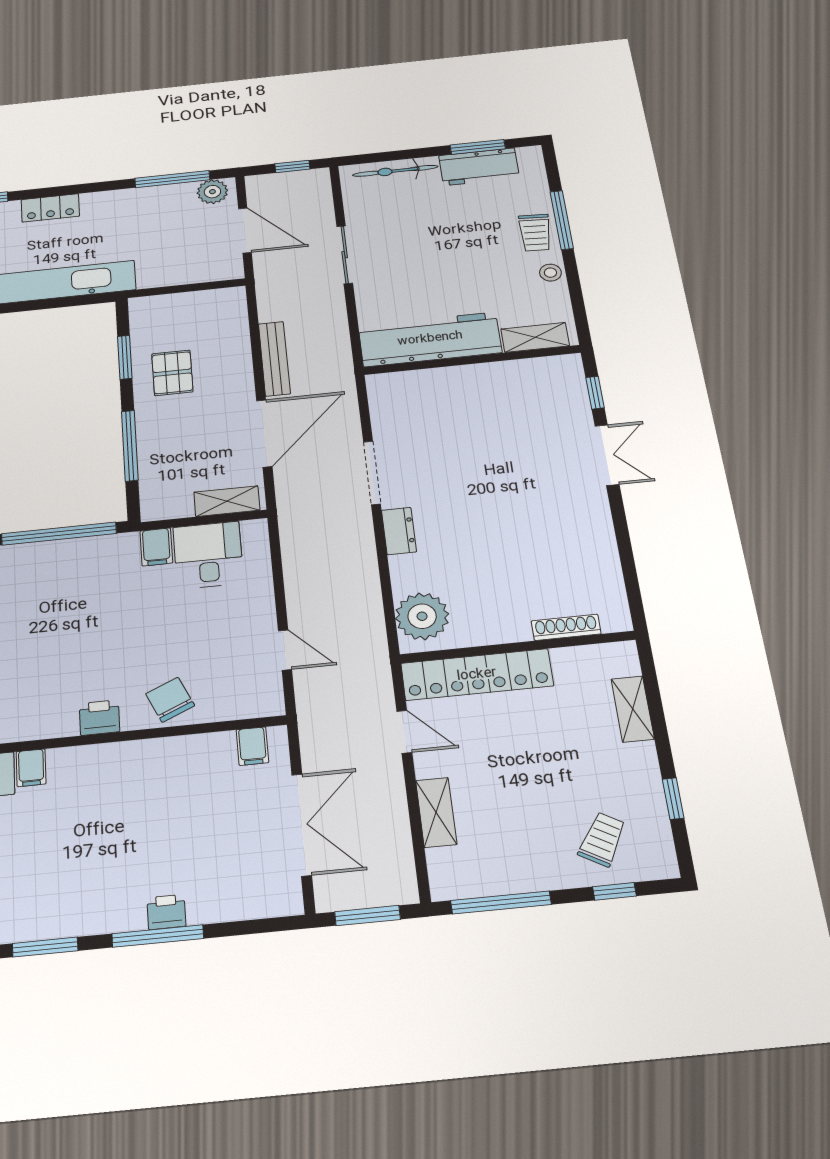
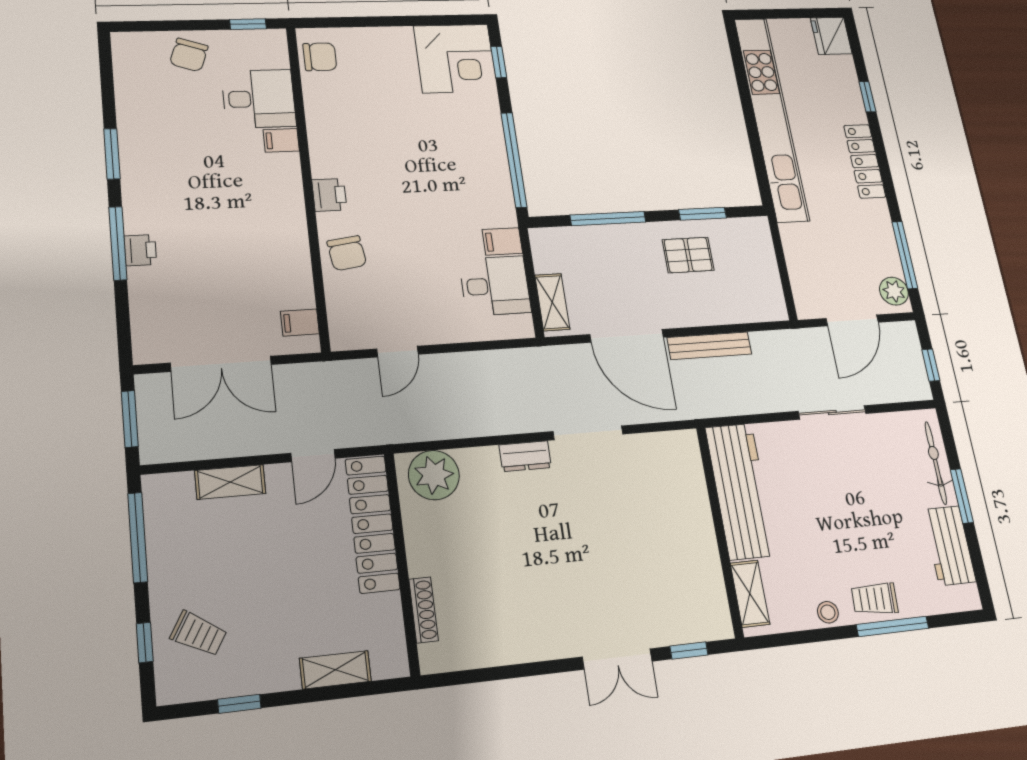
window: (478, 147) -> (962, 496), moved
locker: (50, 208) -> (865, 161), width x1.53
chair: (170, 700) -> (347, 253), turned 106

